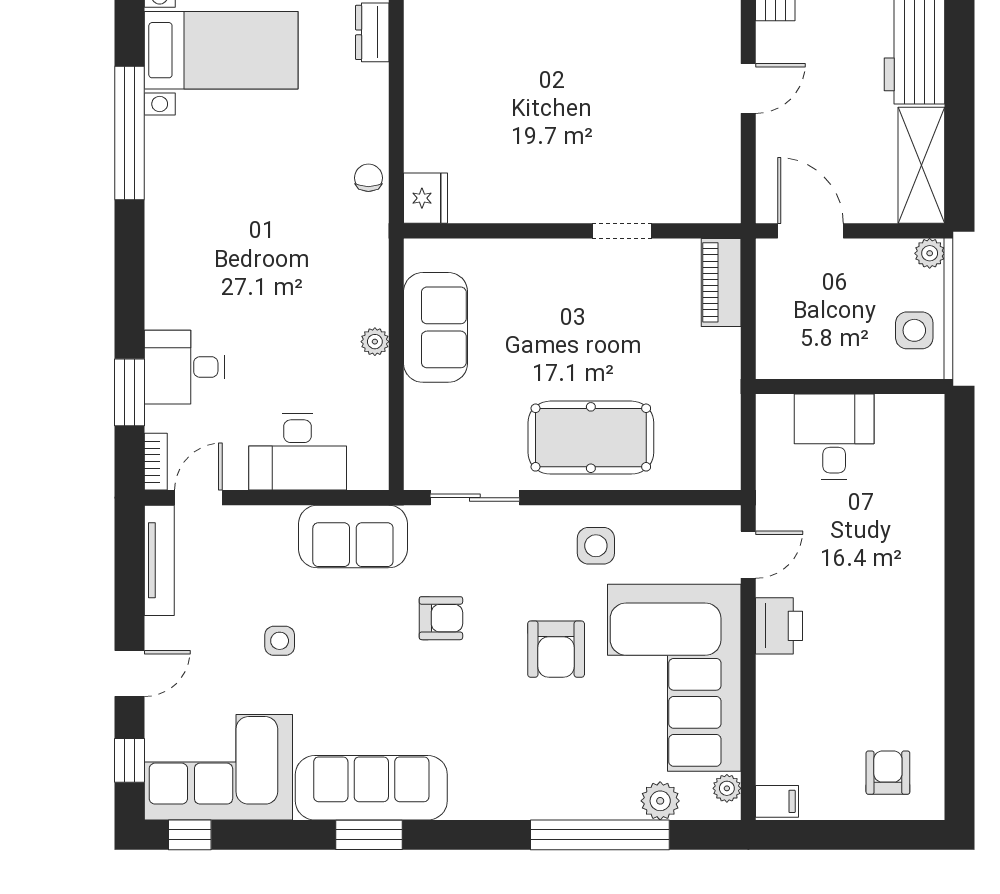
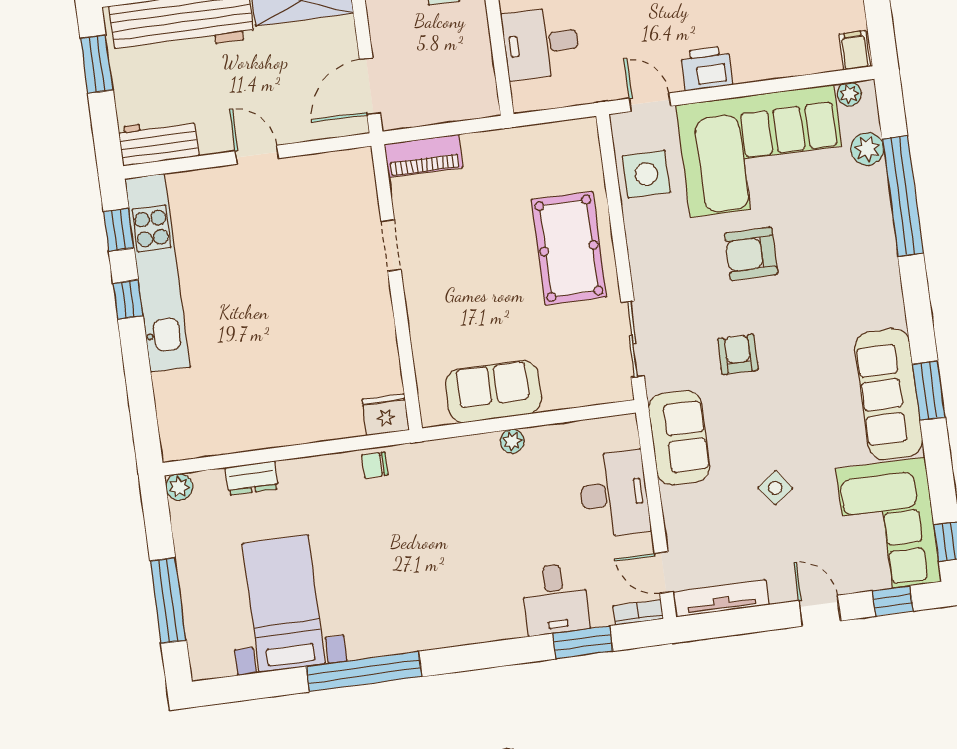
side table: (596, 546) -> (646, 174), moved, width x1.37, depth x1.37
side table: (280, 641) -> (775, 488), turned -37
armchair: (556, 649) -> (751, 254), turned 180

